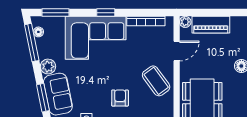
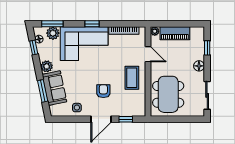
plant: (56, 24) -> (53, 33), added
window: (32, 43) -> (34, 48), width x0.46
door: (177, 51) -> (148, 54), hinge flipped
coffee table: (156, 81) -> (132, 78), turned 36

